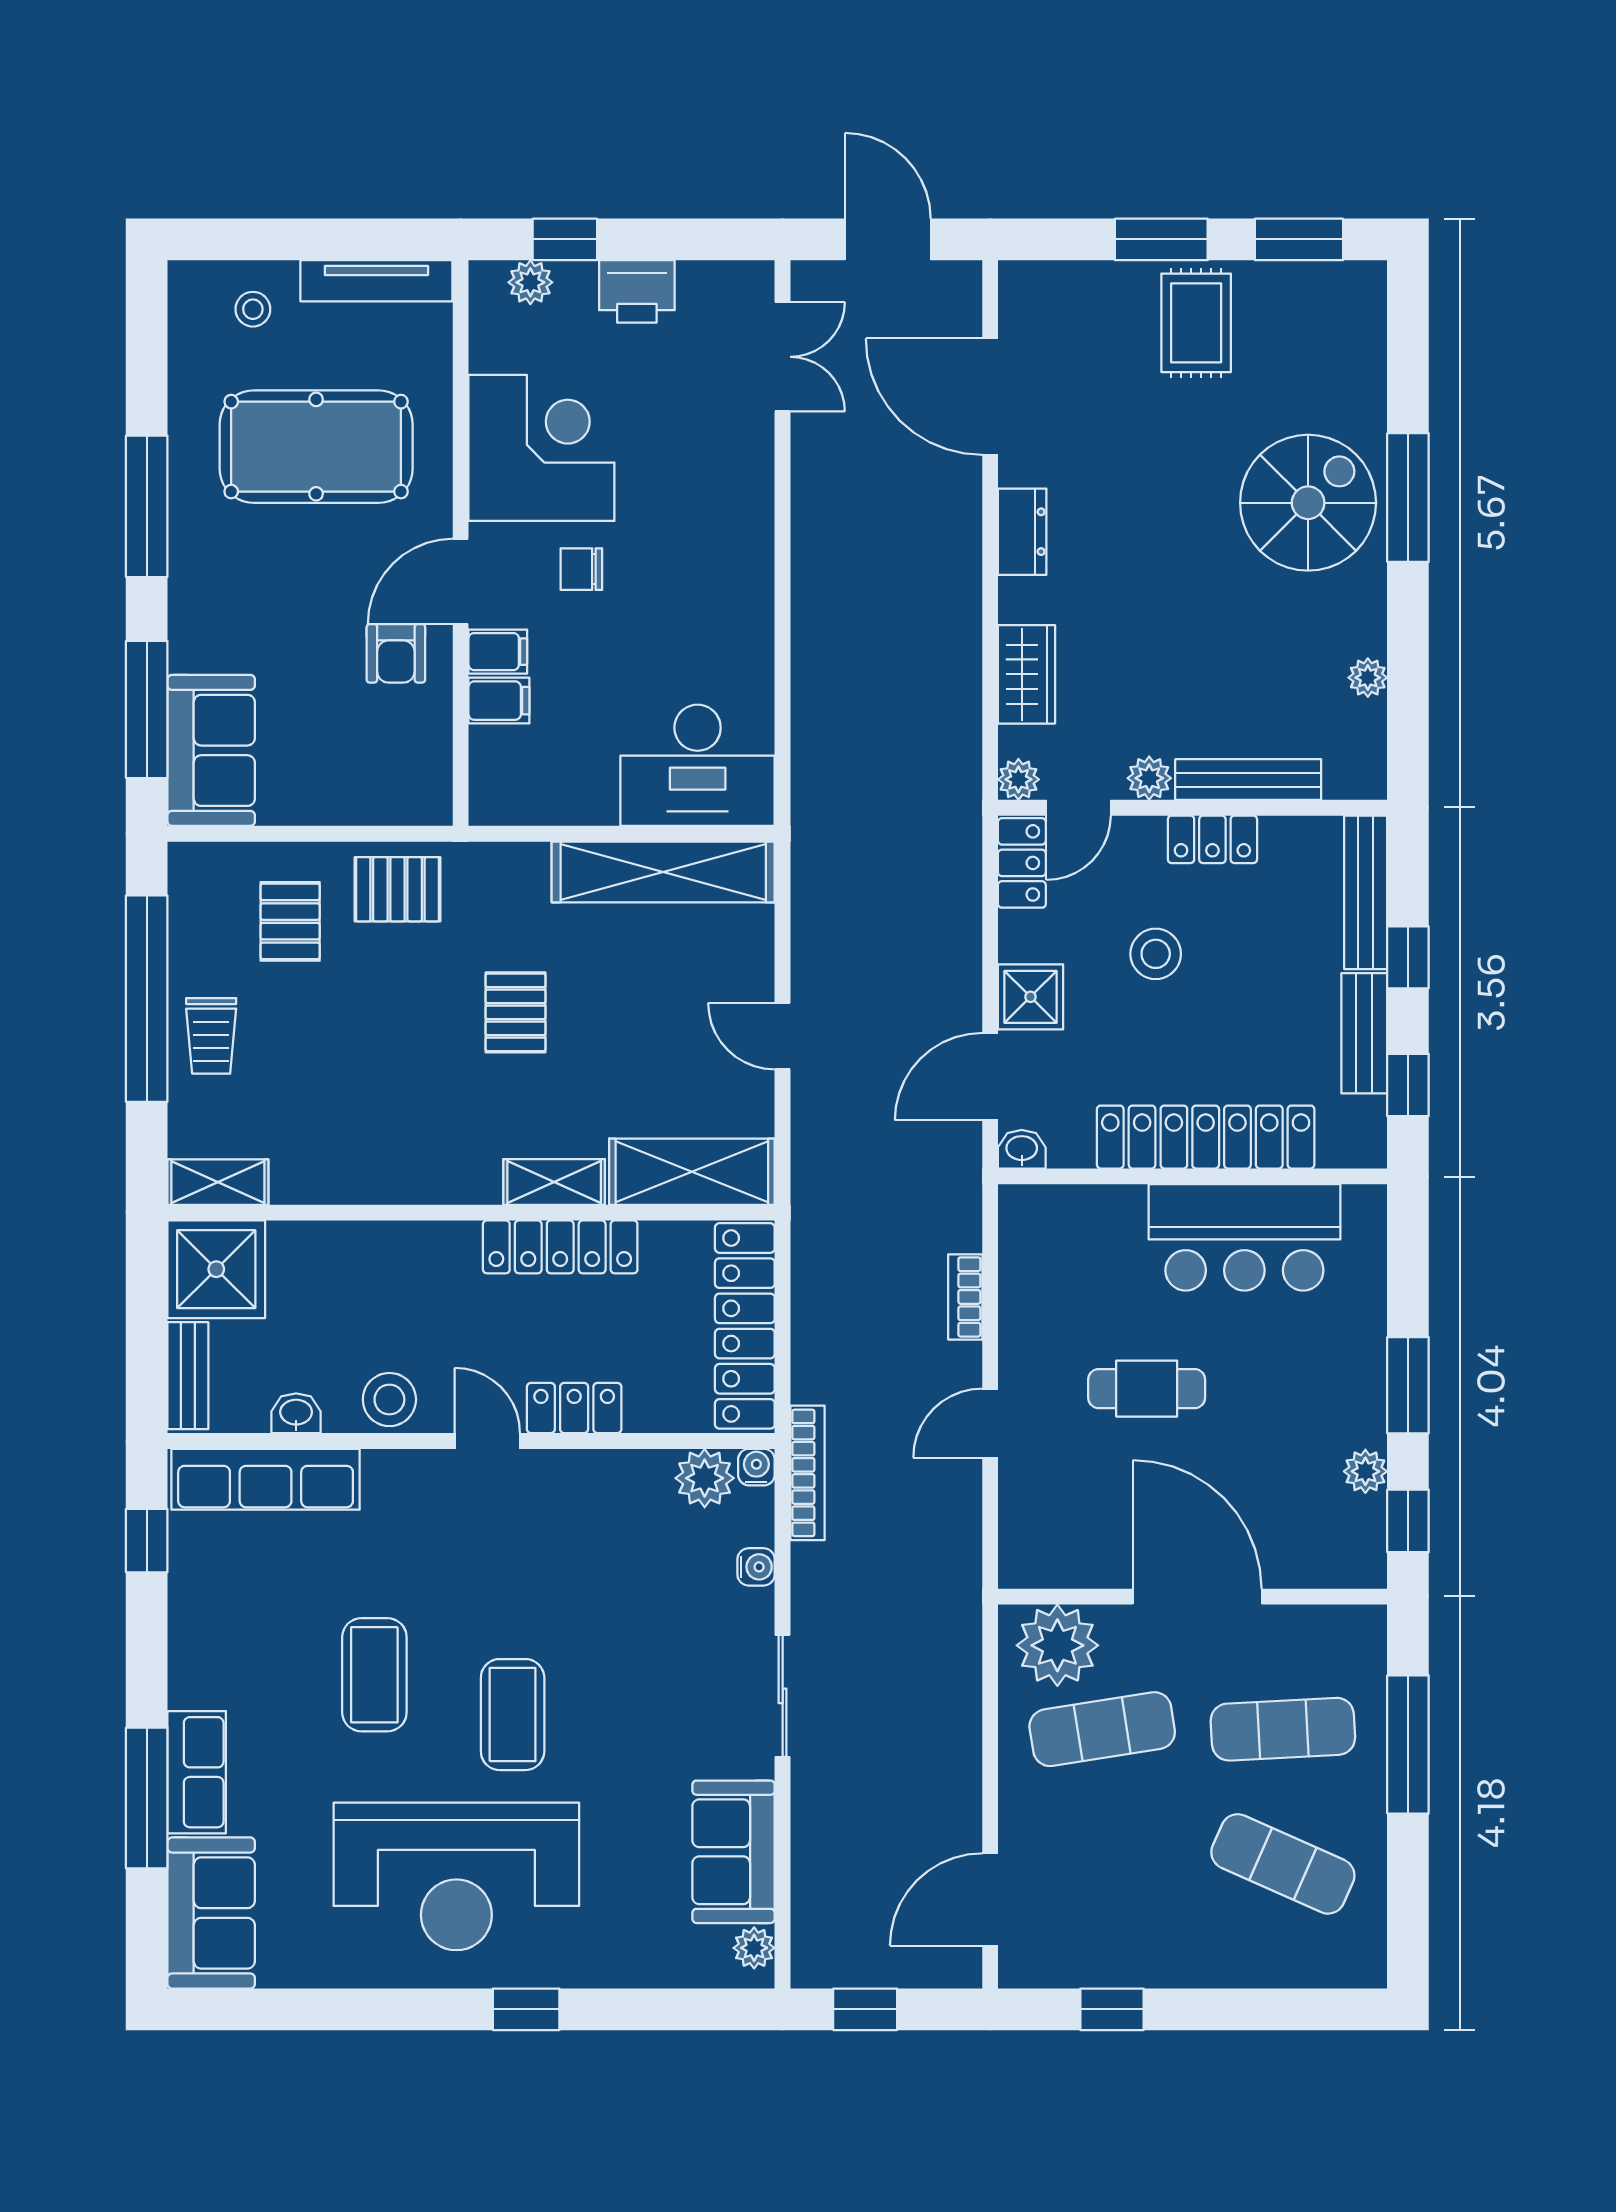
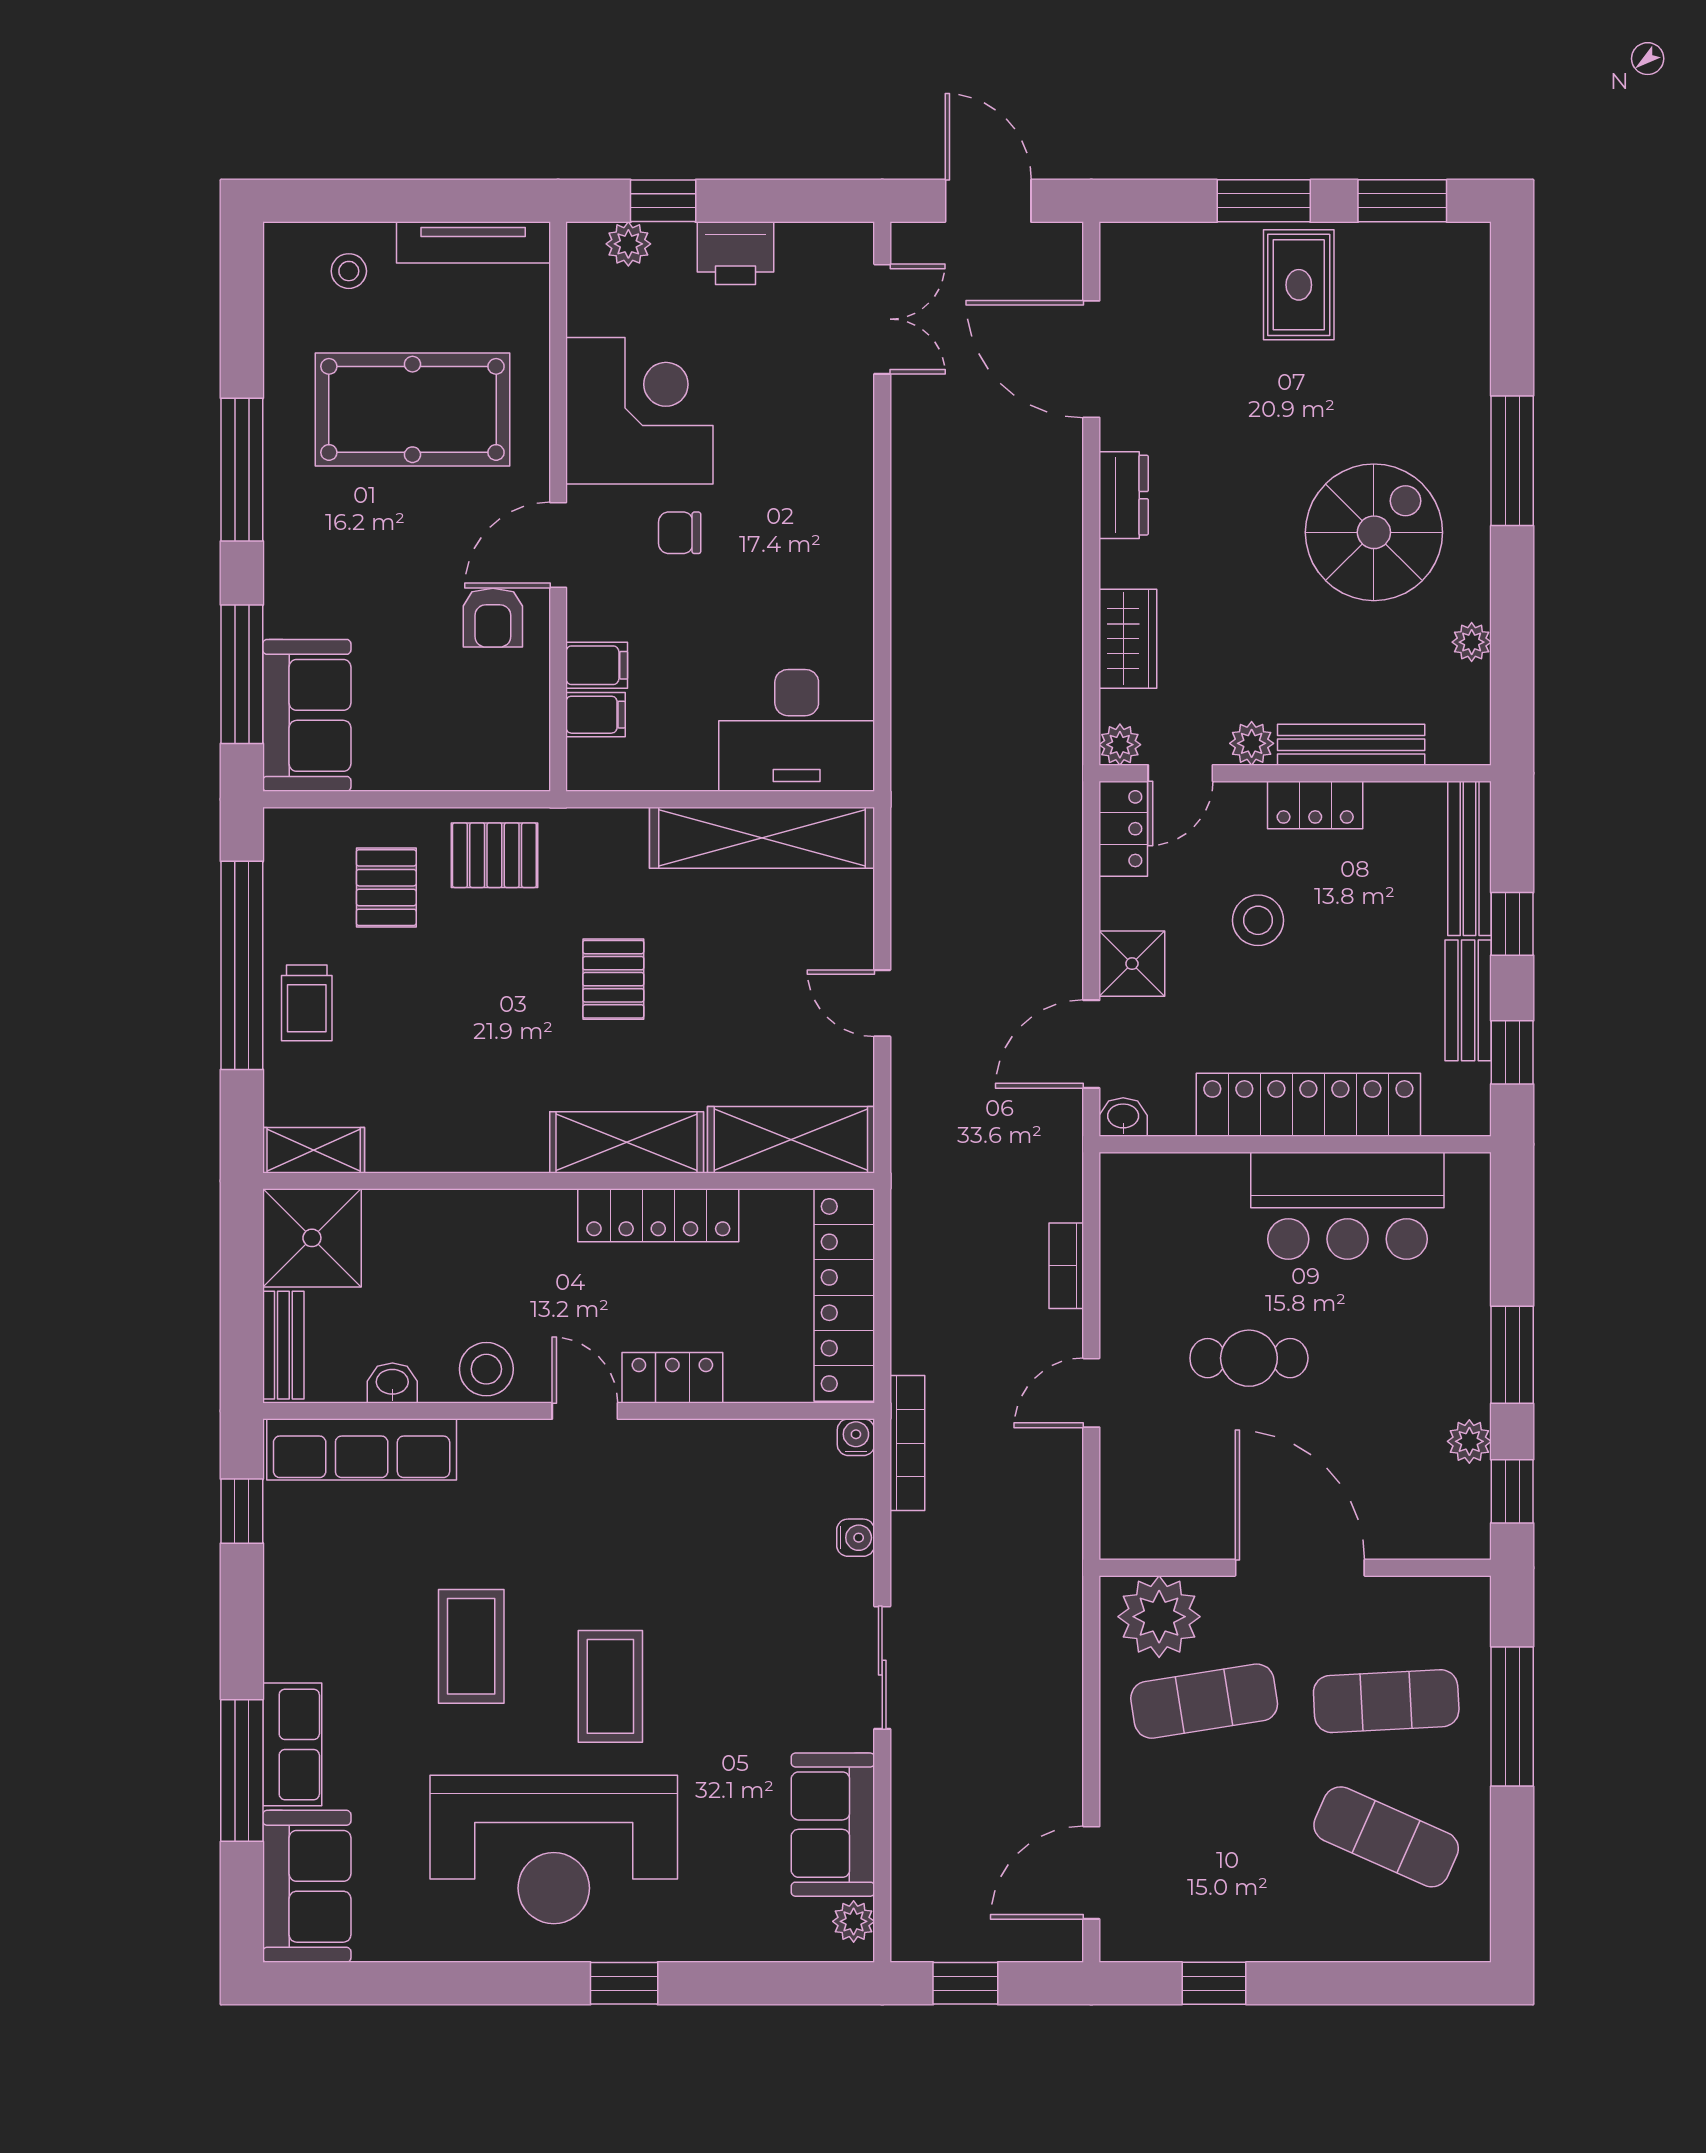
spiral stairs: (1308, 503) -> (1374, 532), moved
filing cabinet: (498, 652) -> (596, 715), moved
shelving: (554, 1182) -> (627, 1142), width x1.50, depth x1.33
plant: (705, 1478) -> (804, 1448), removed

